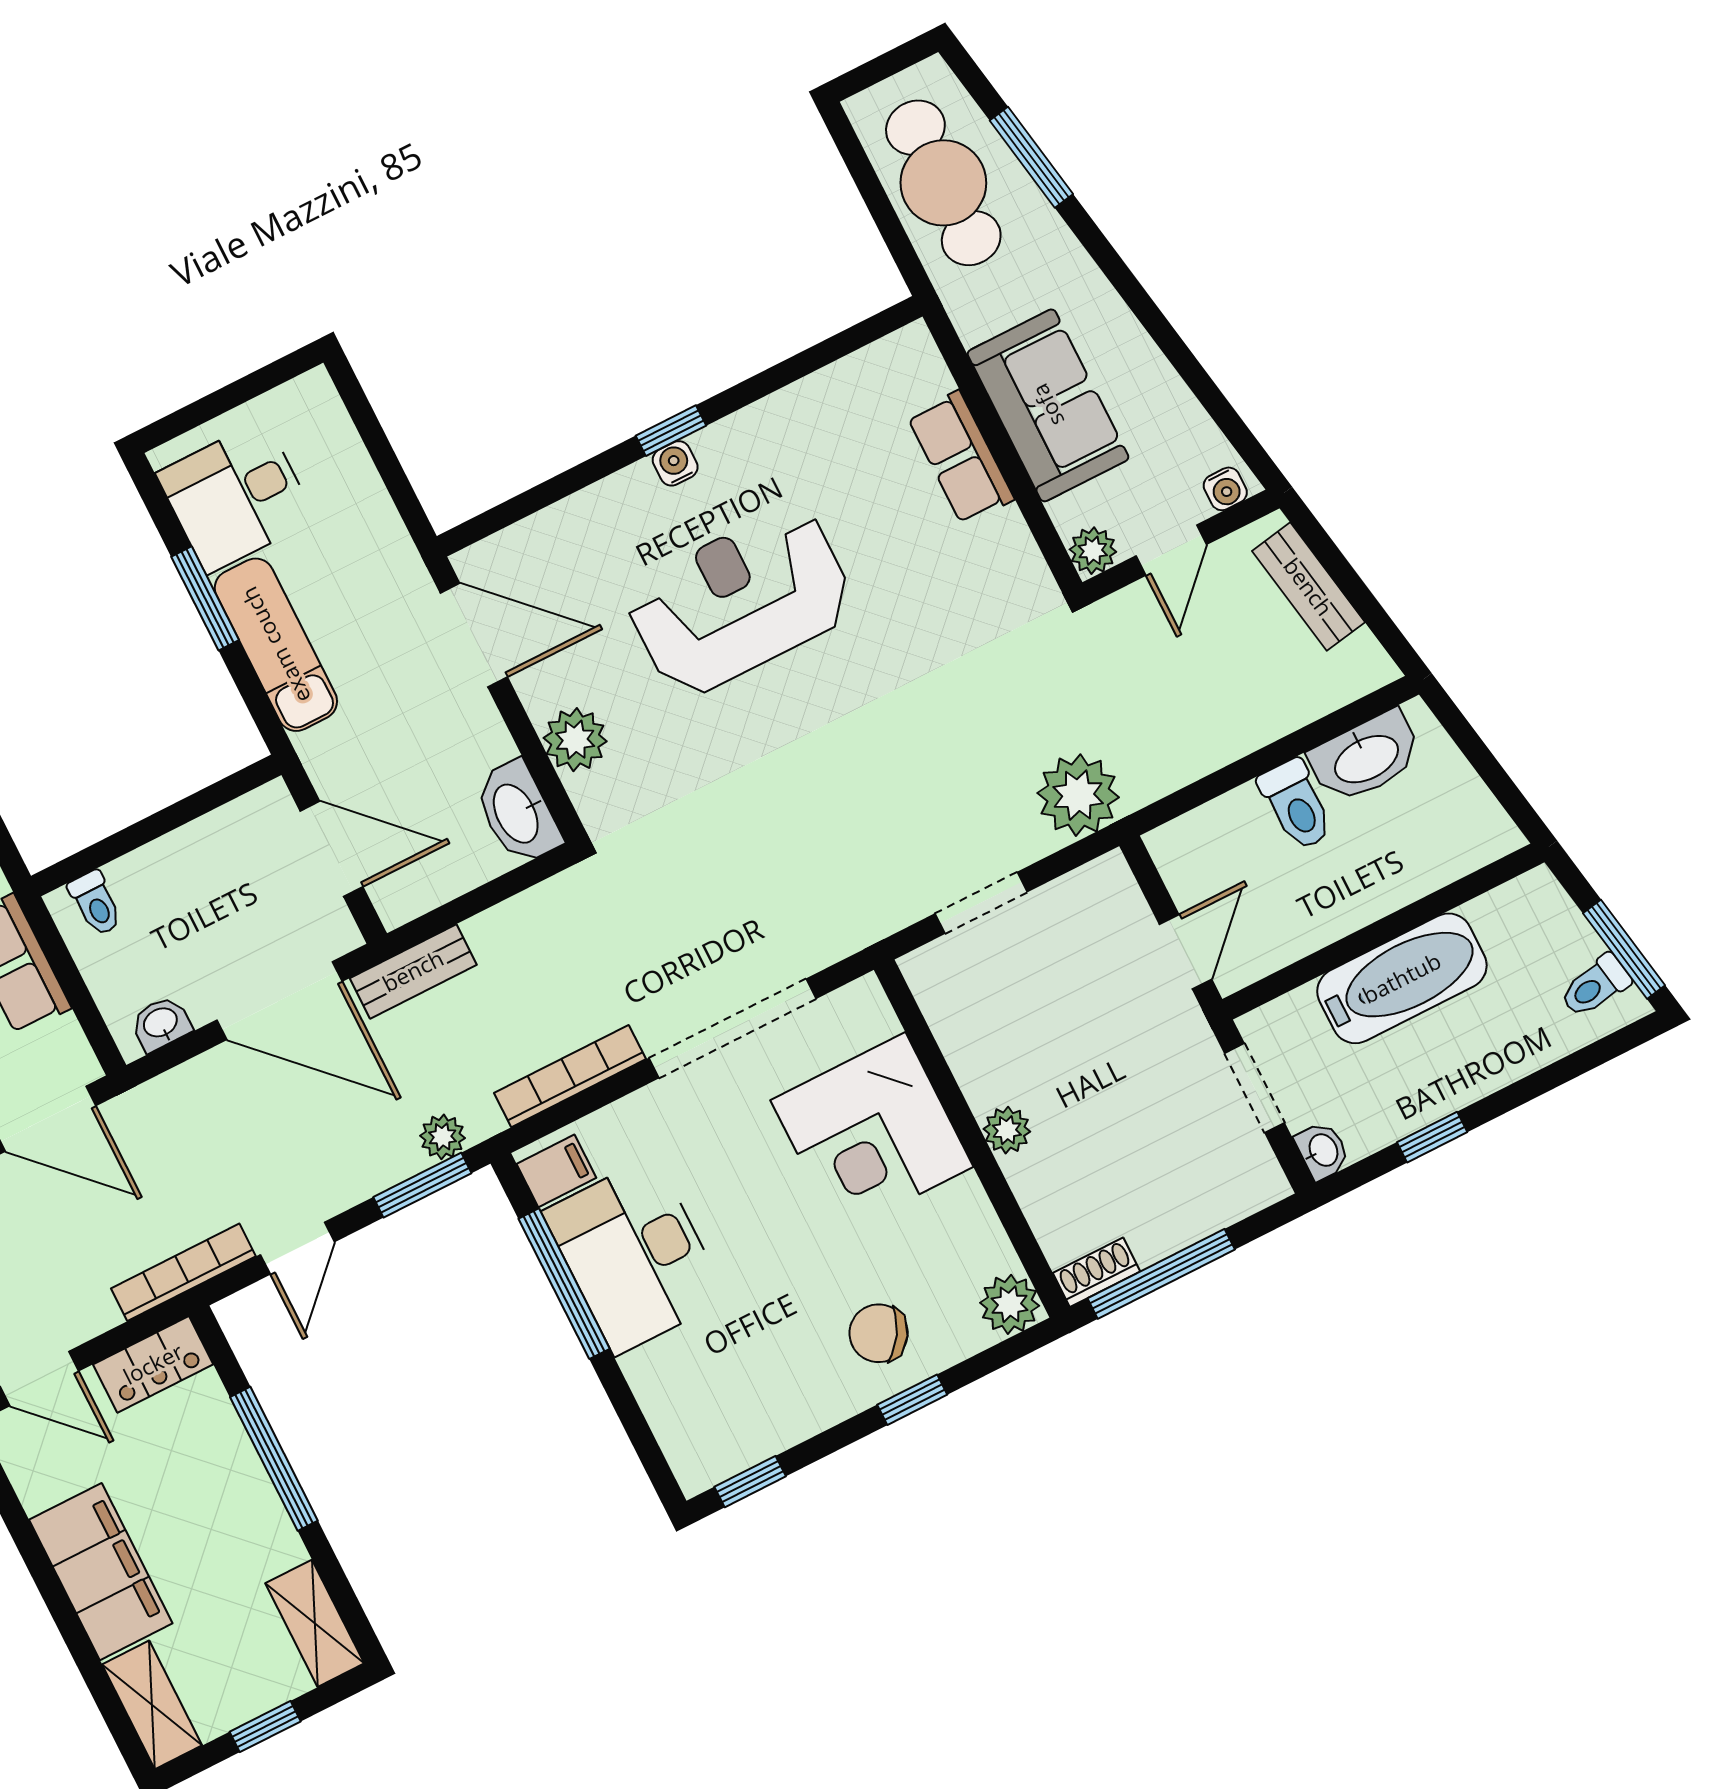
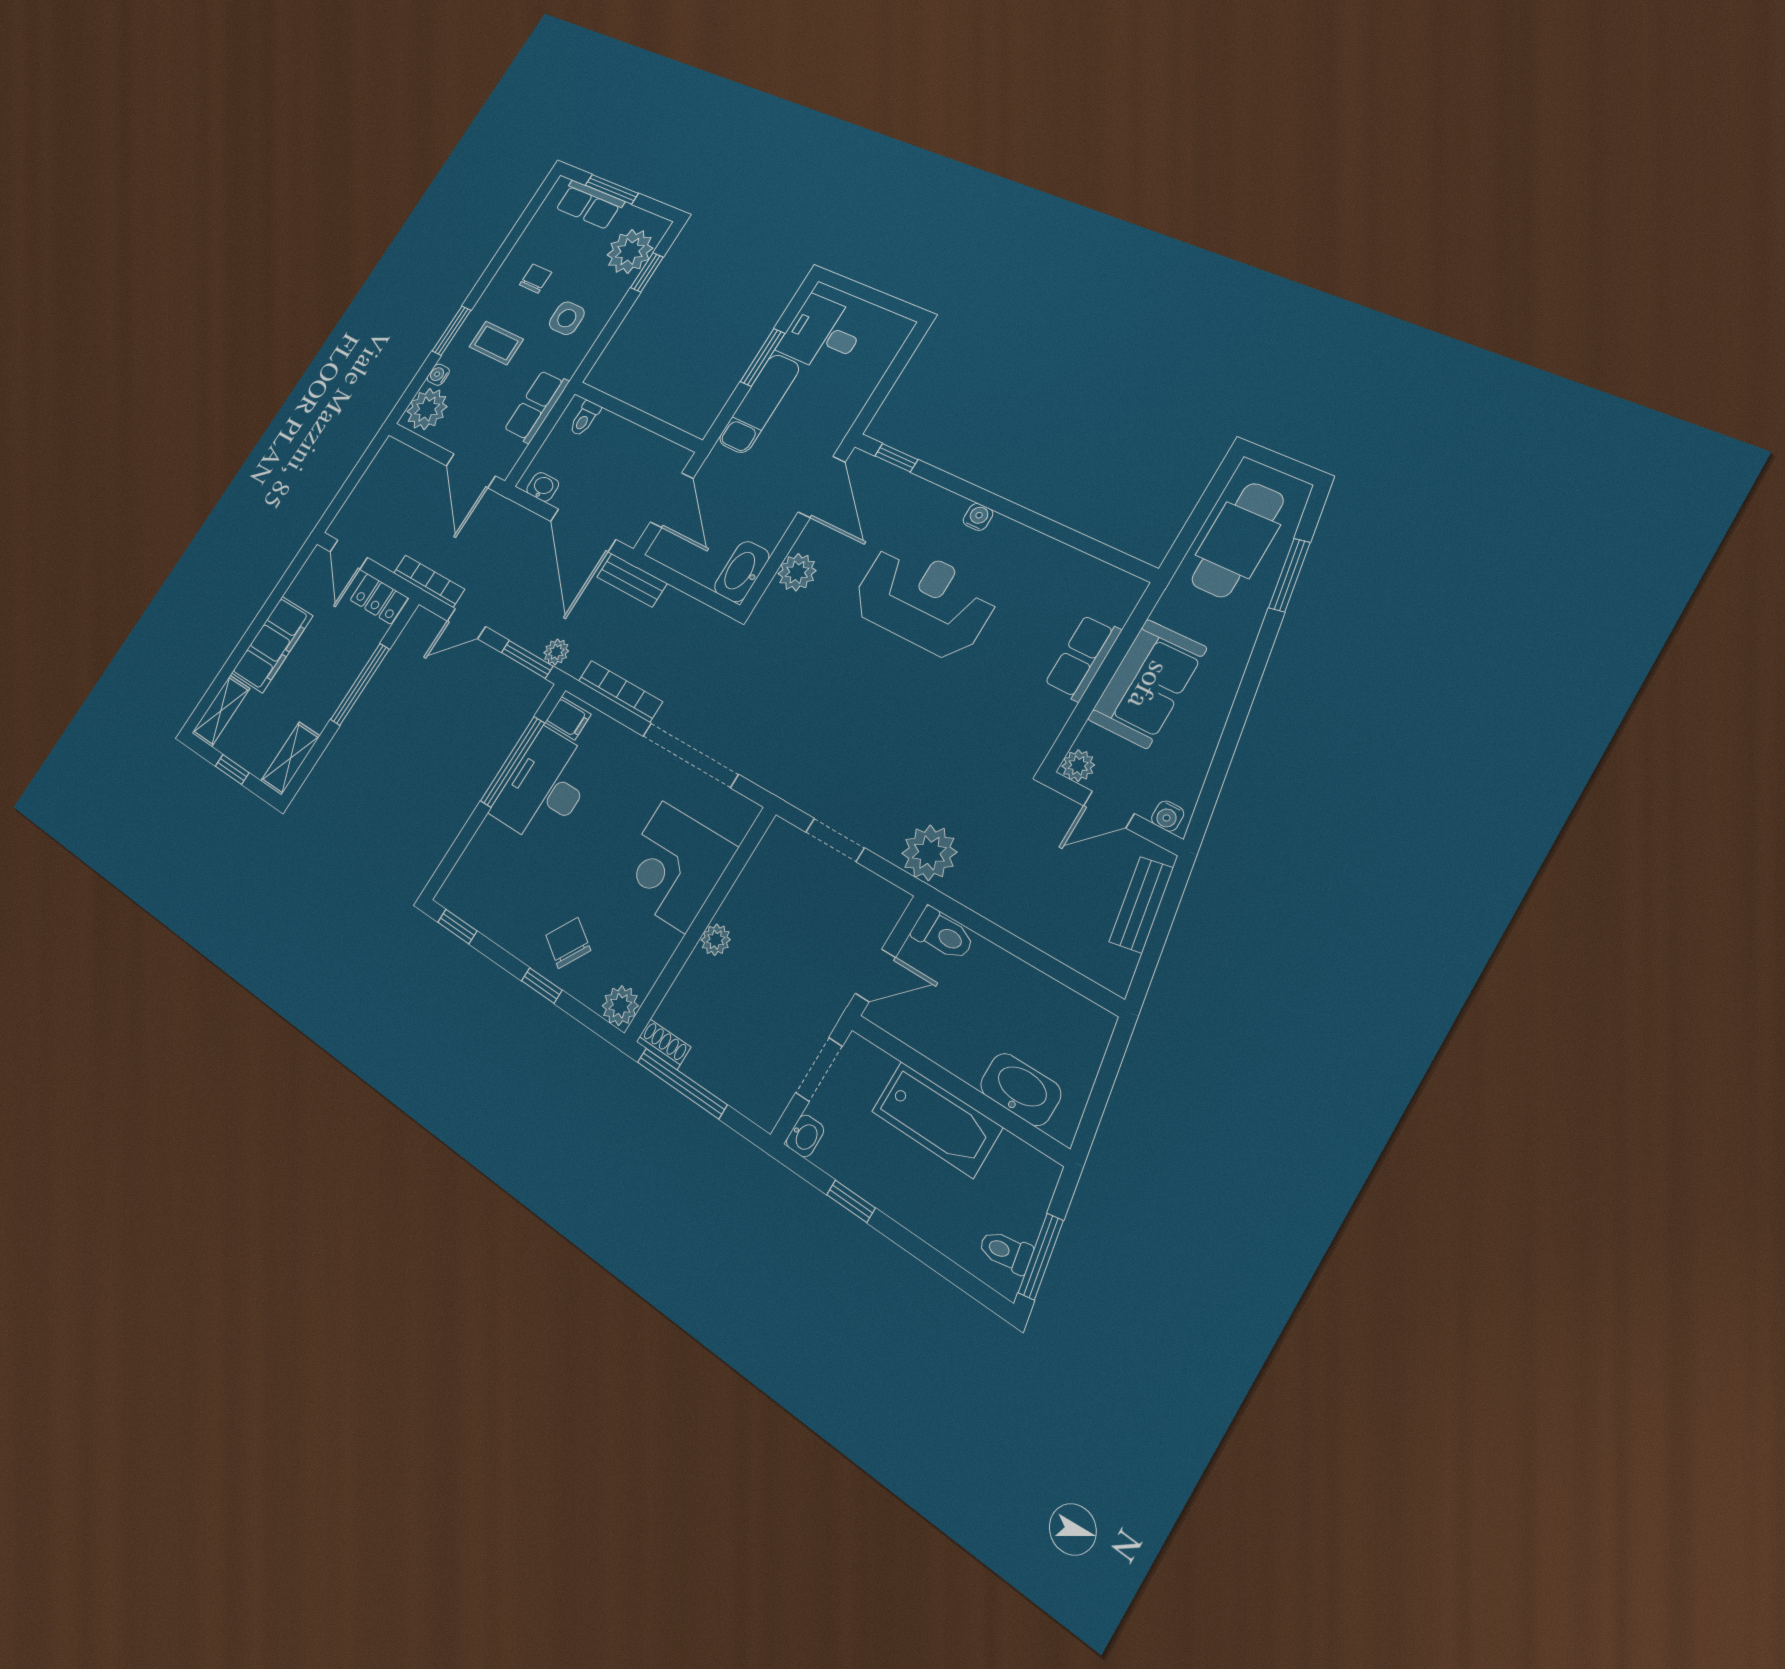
window: (671, 431) -> (896, 458), moved
washbasin: (1366, 757) -> (1021, 1089), moved, turned 180
toilet: (1296, 805) -> (943, 934), moved, turned -90

